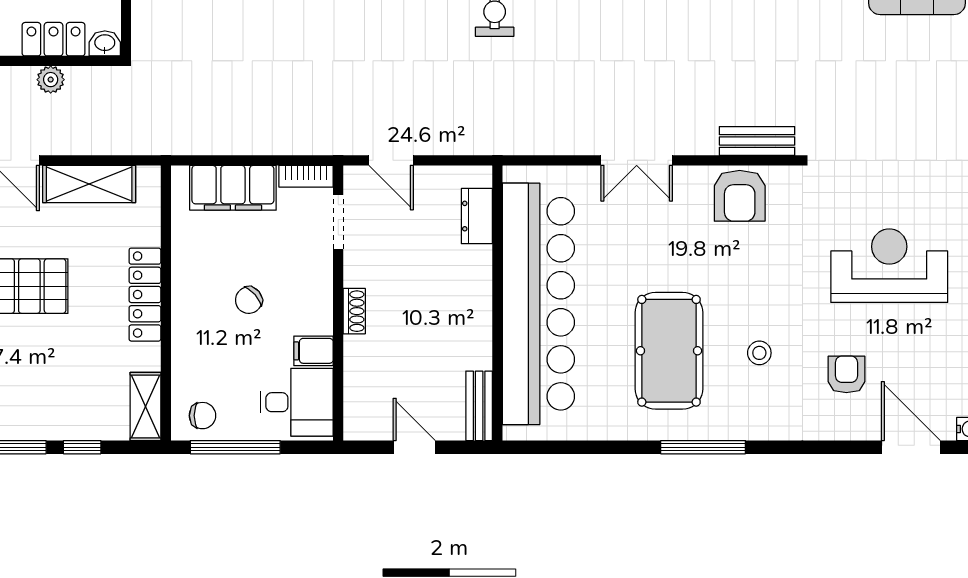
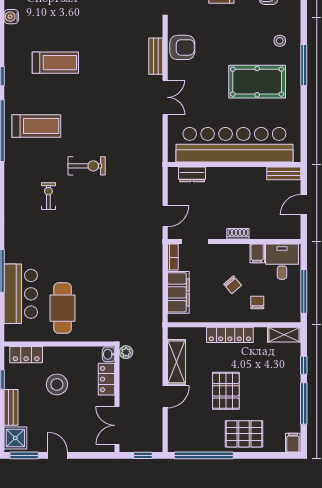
plant: (51, 80) -> (126, 352), moved
bench: (757, 141) -> (156, 56), moved
stool: (759, 353) -> (280, 41), moved
chair: (202, 416) -> (257, 303), moved

